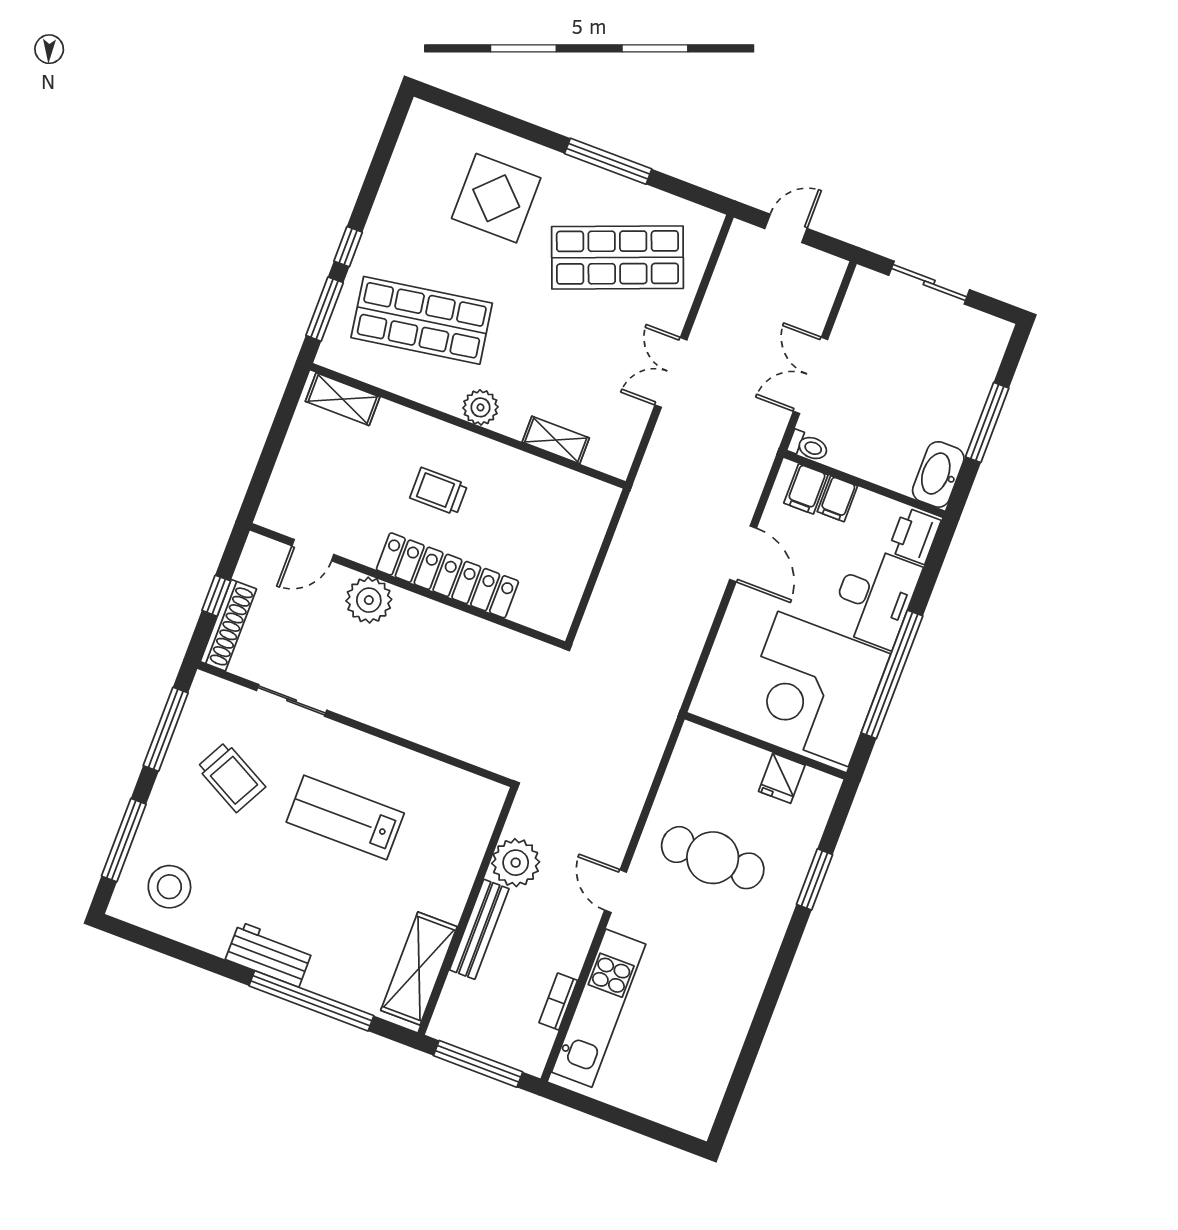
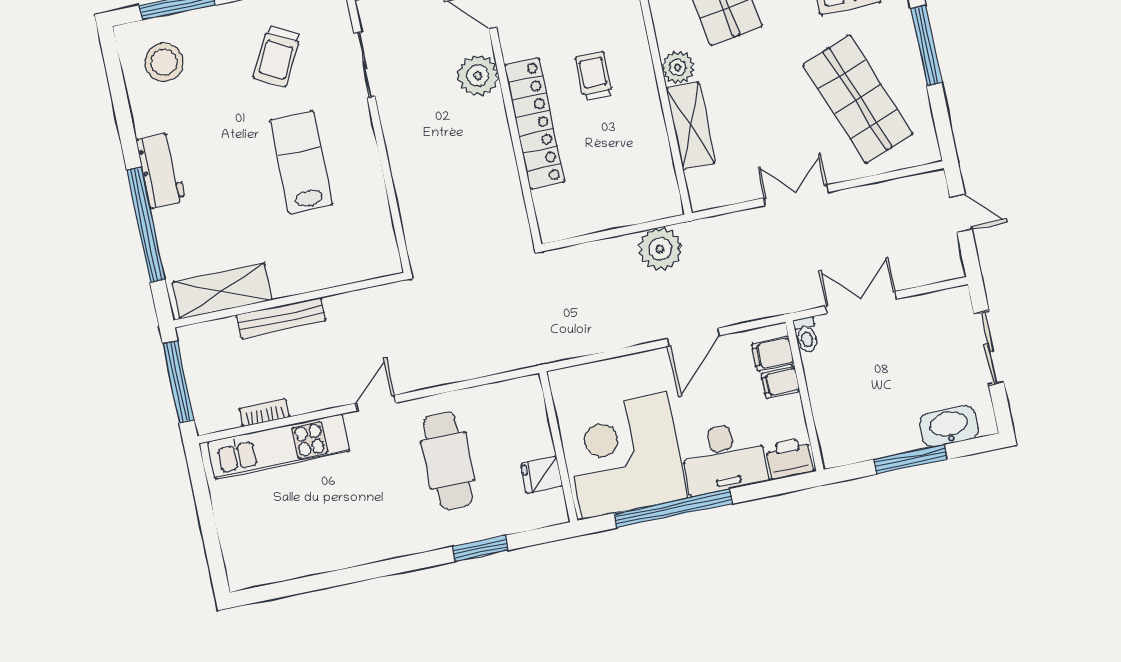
shelving: (556, 440) -> (691, 126), width x1.50, depth x1.33
washbasin: (938, 474) -> (949, 426), moved
plant: (516, 863) -> (660, 249), moved

